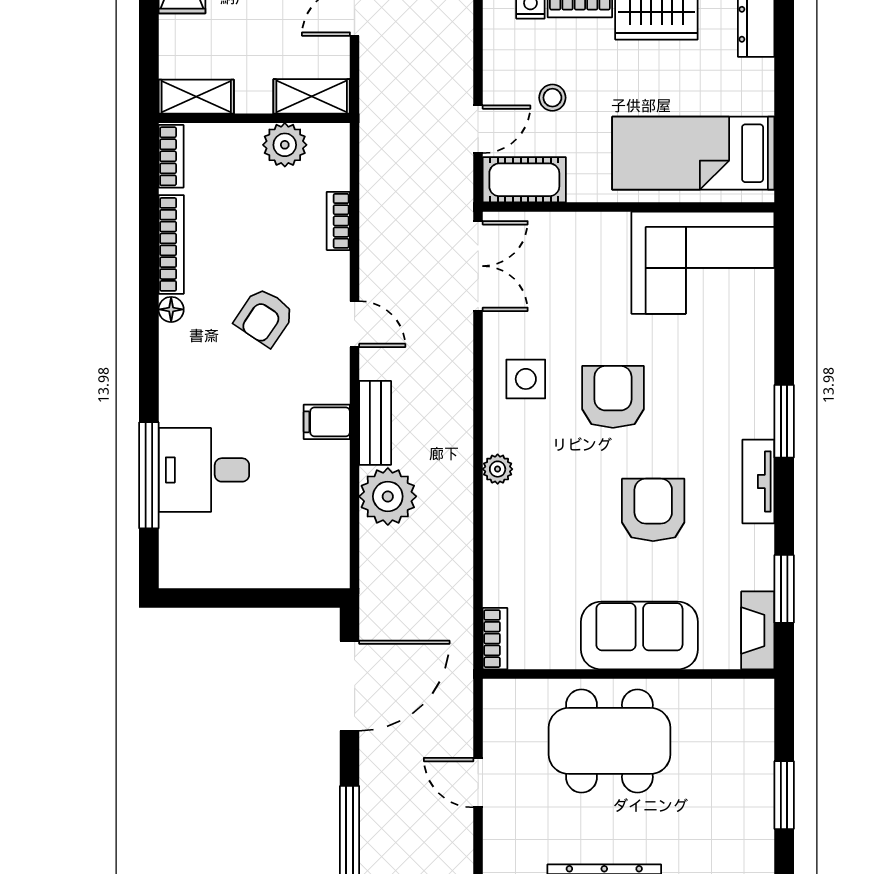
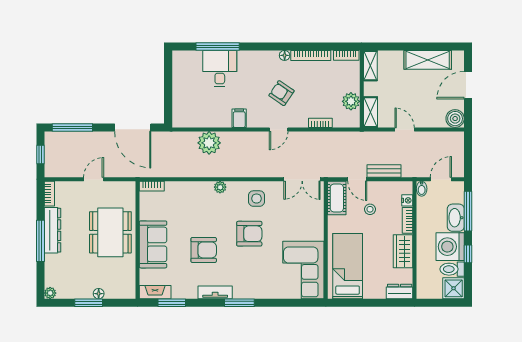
bench: (375, 423) -> (384, 171), moved
floor lamp: (761, 770) -> (99, 294), added

